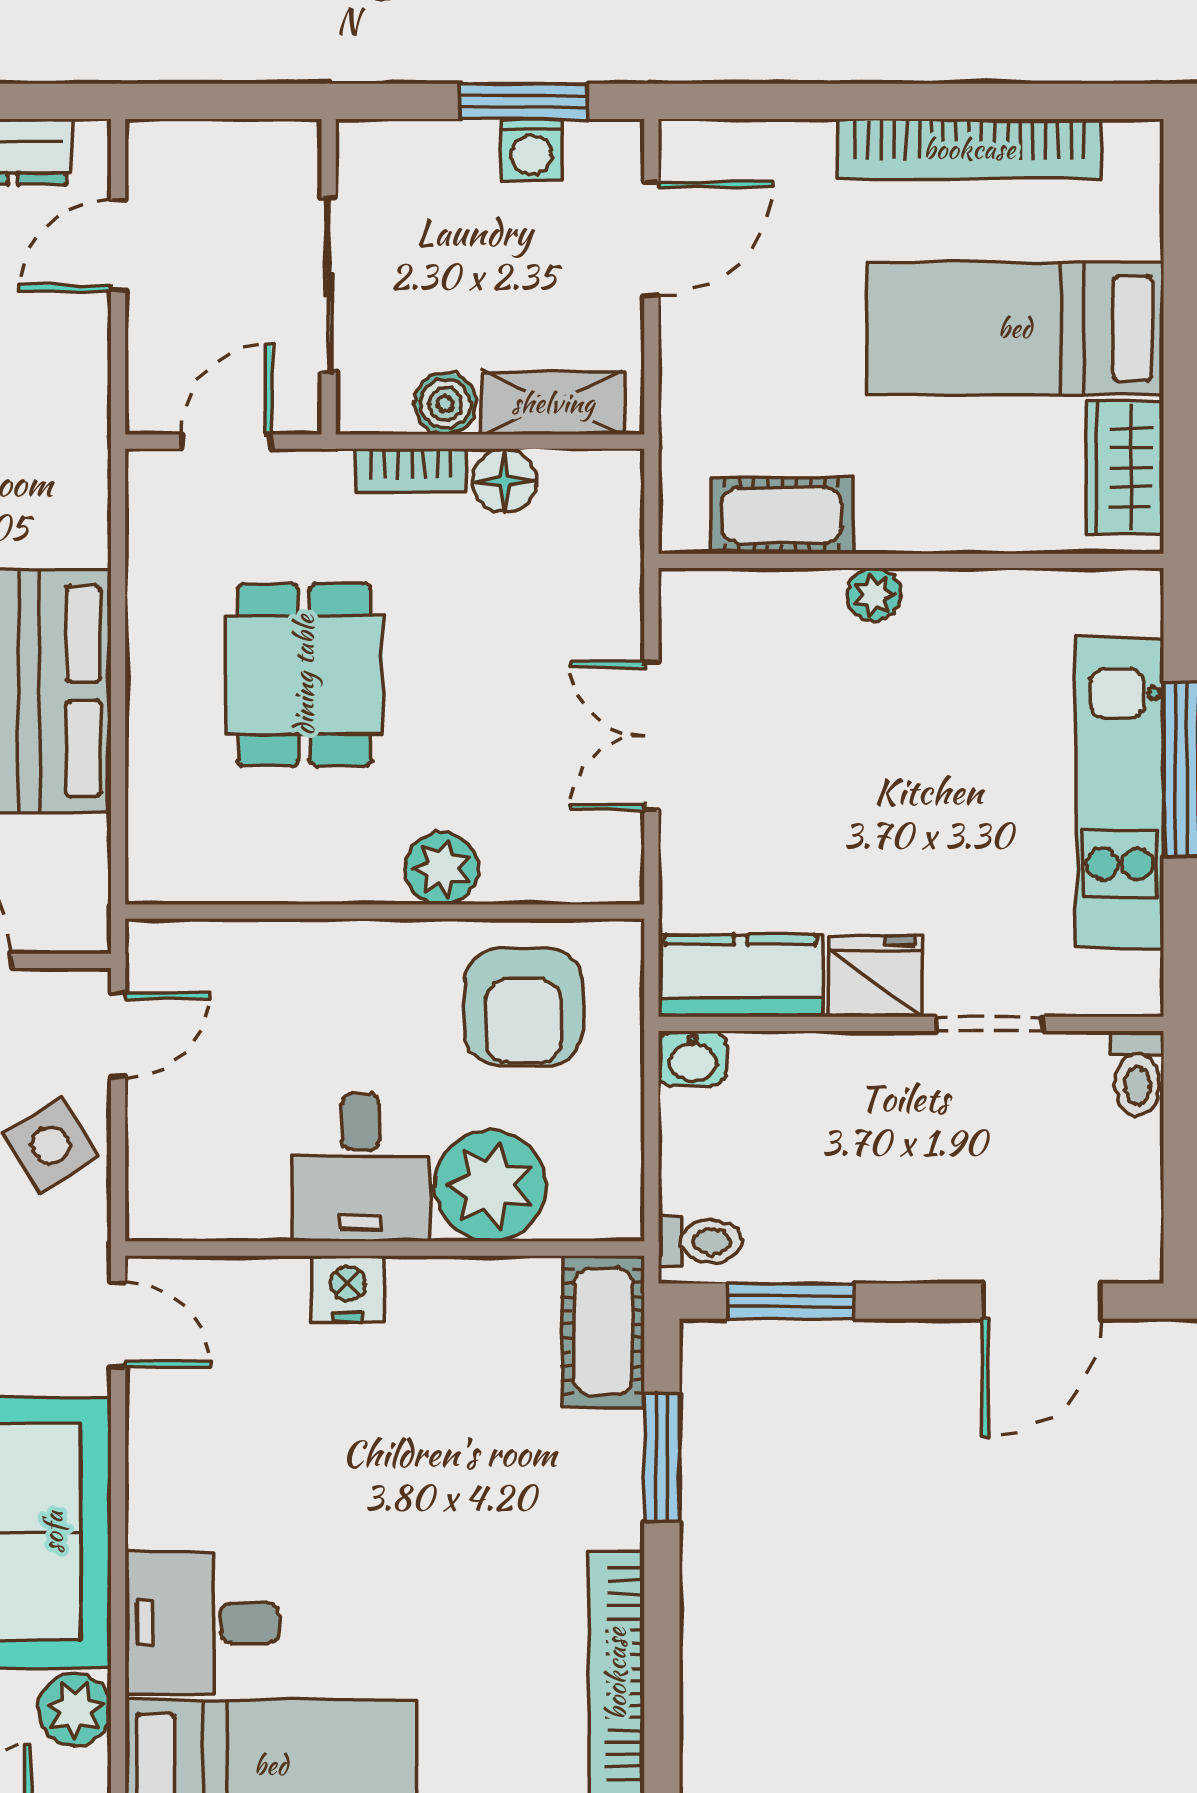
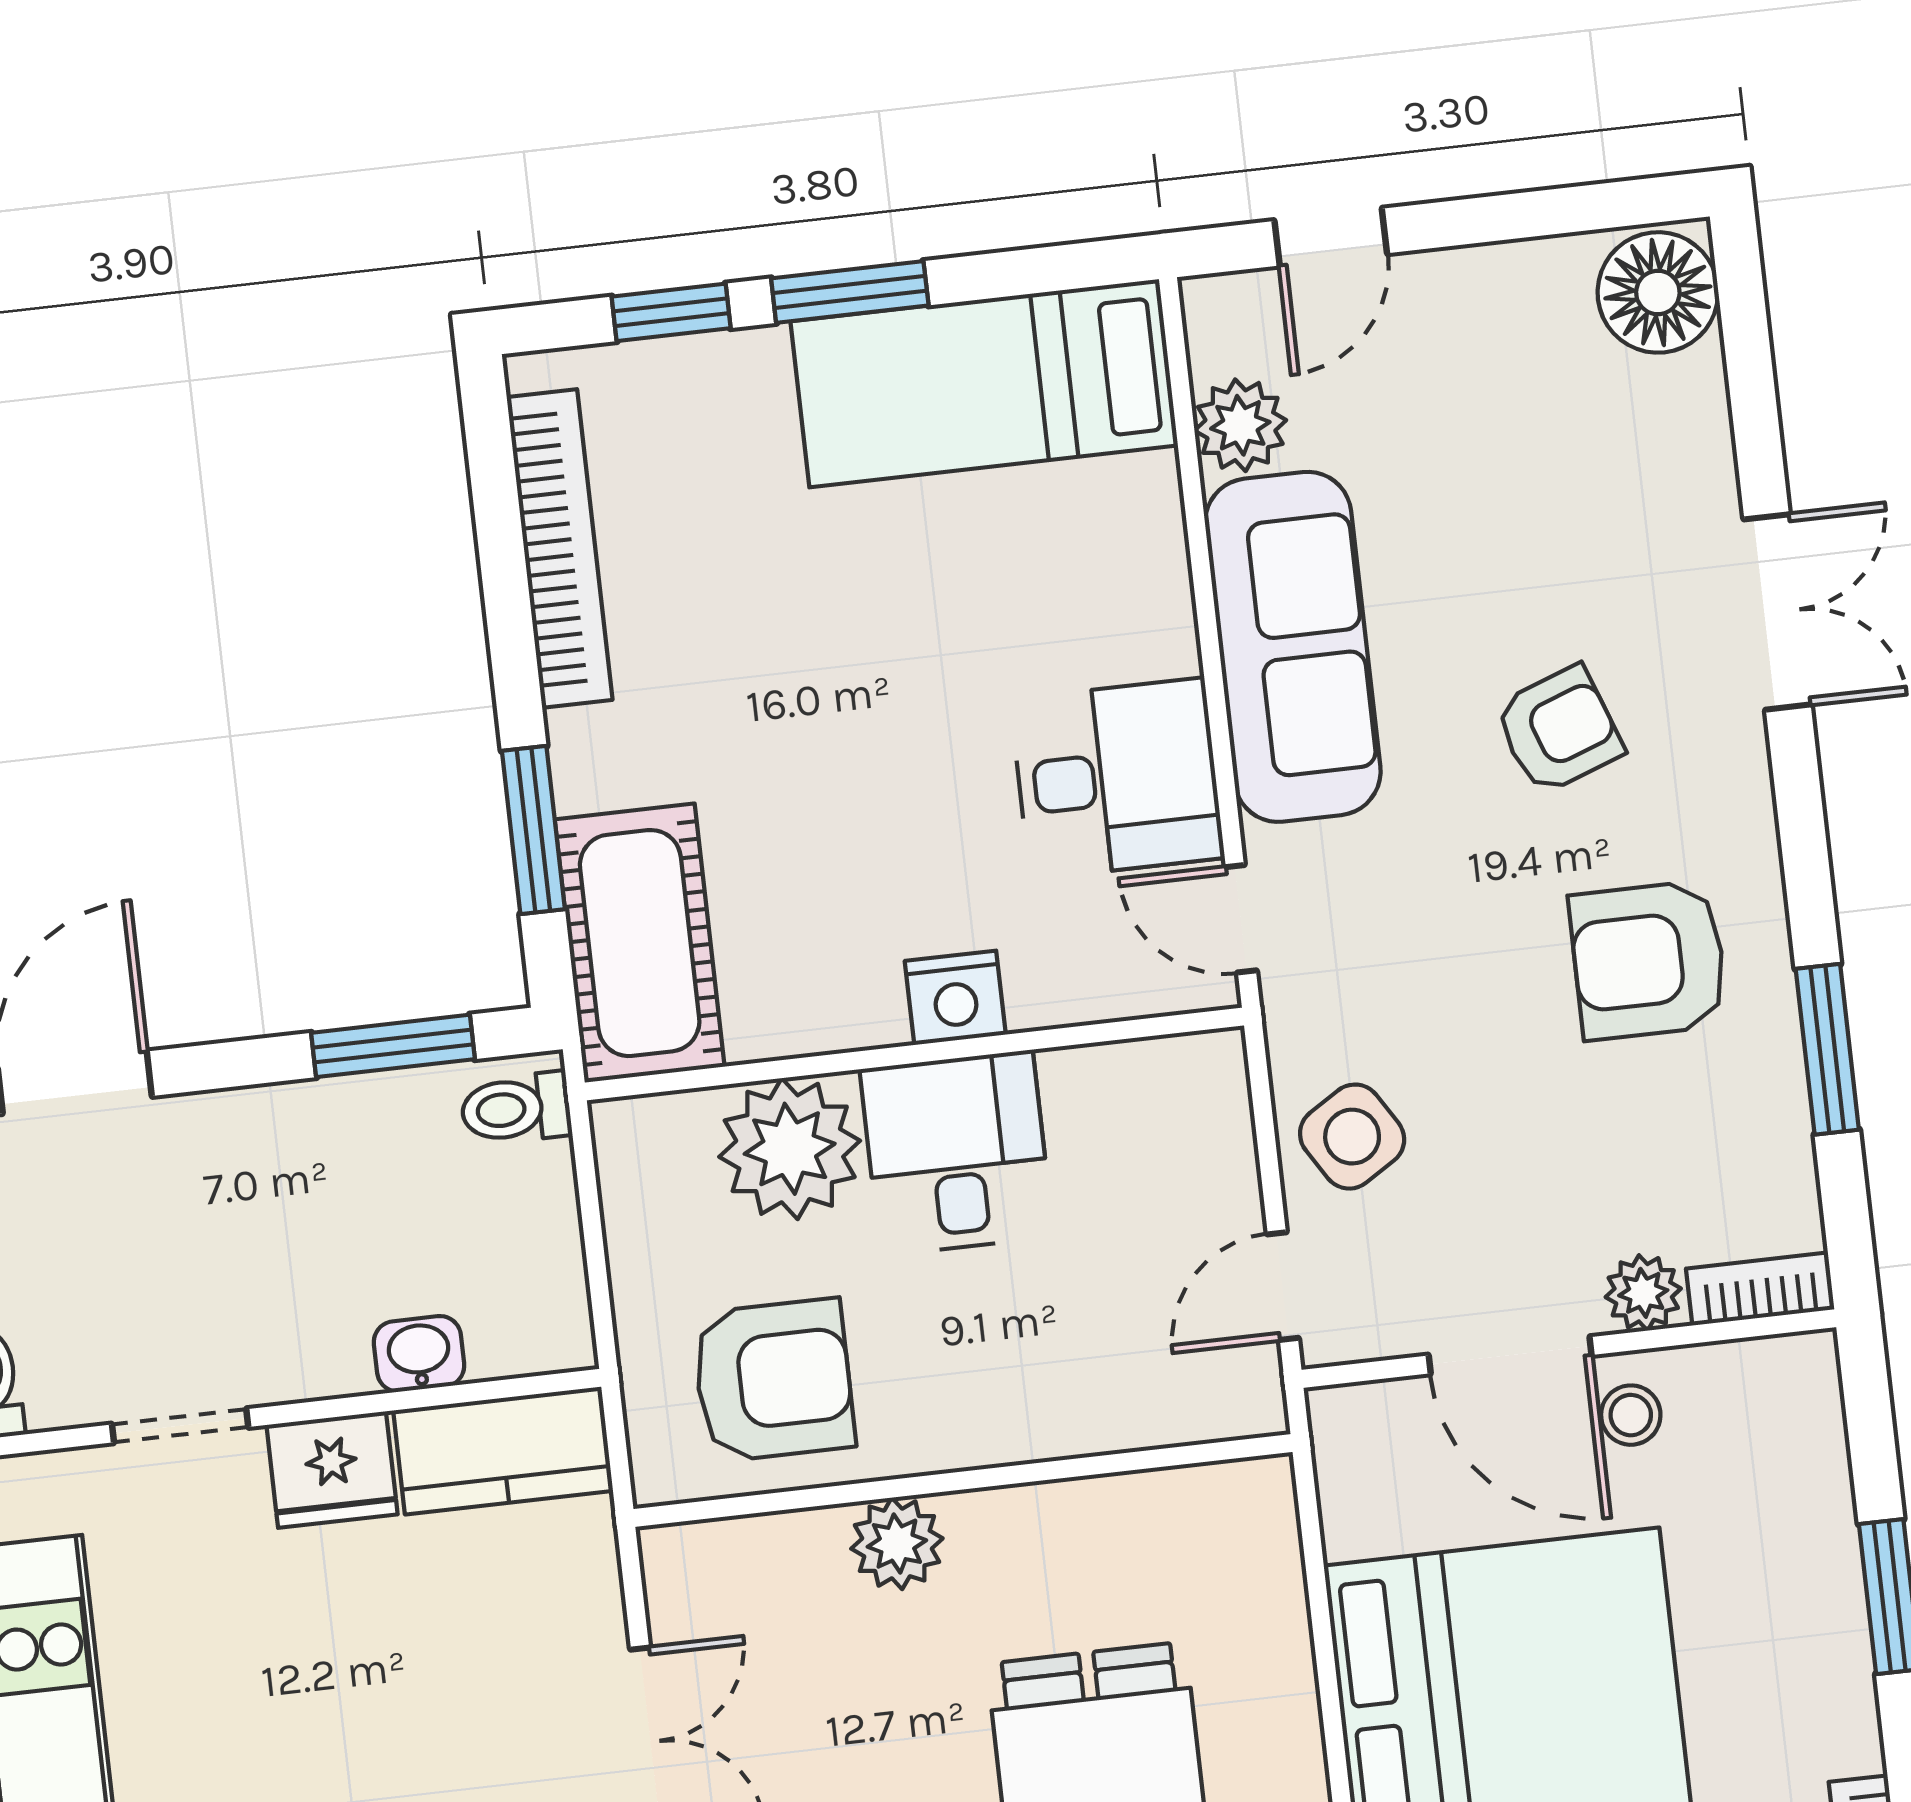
armchair: (524, 1007) -> (773, 1380), turned 90
washbasin: (693, 1059) -> (419, 1354), moved
cot: (603, 1331) -> (640, 943), width x1.37, depth x1.34
desk: (202, 1623) -> (1117, 779), moved

